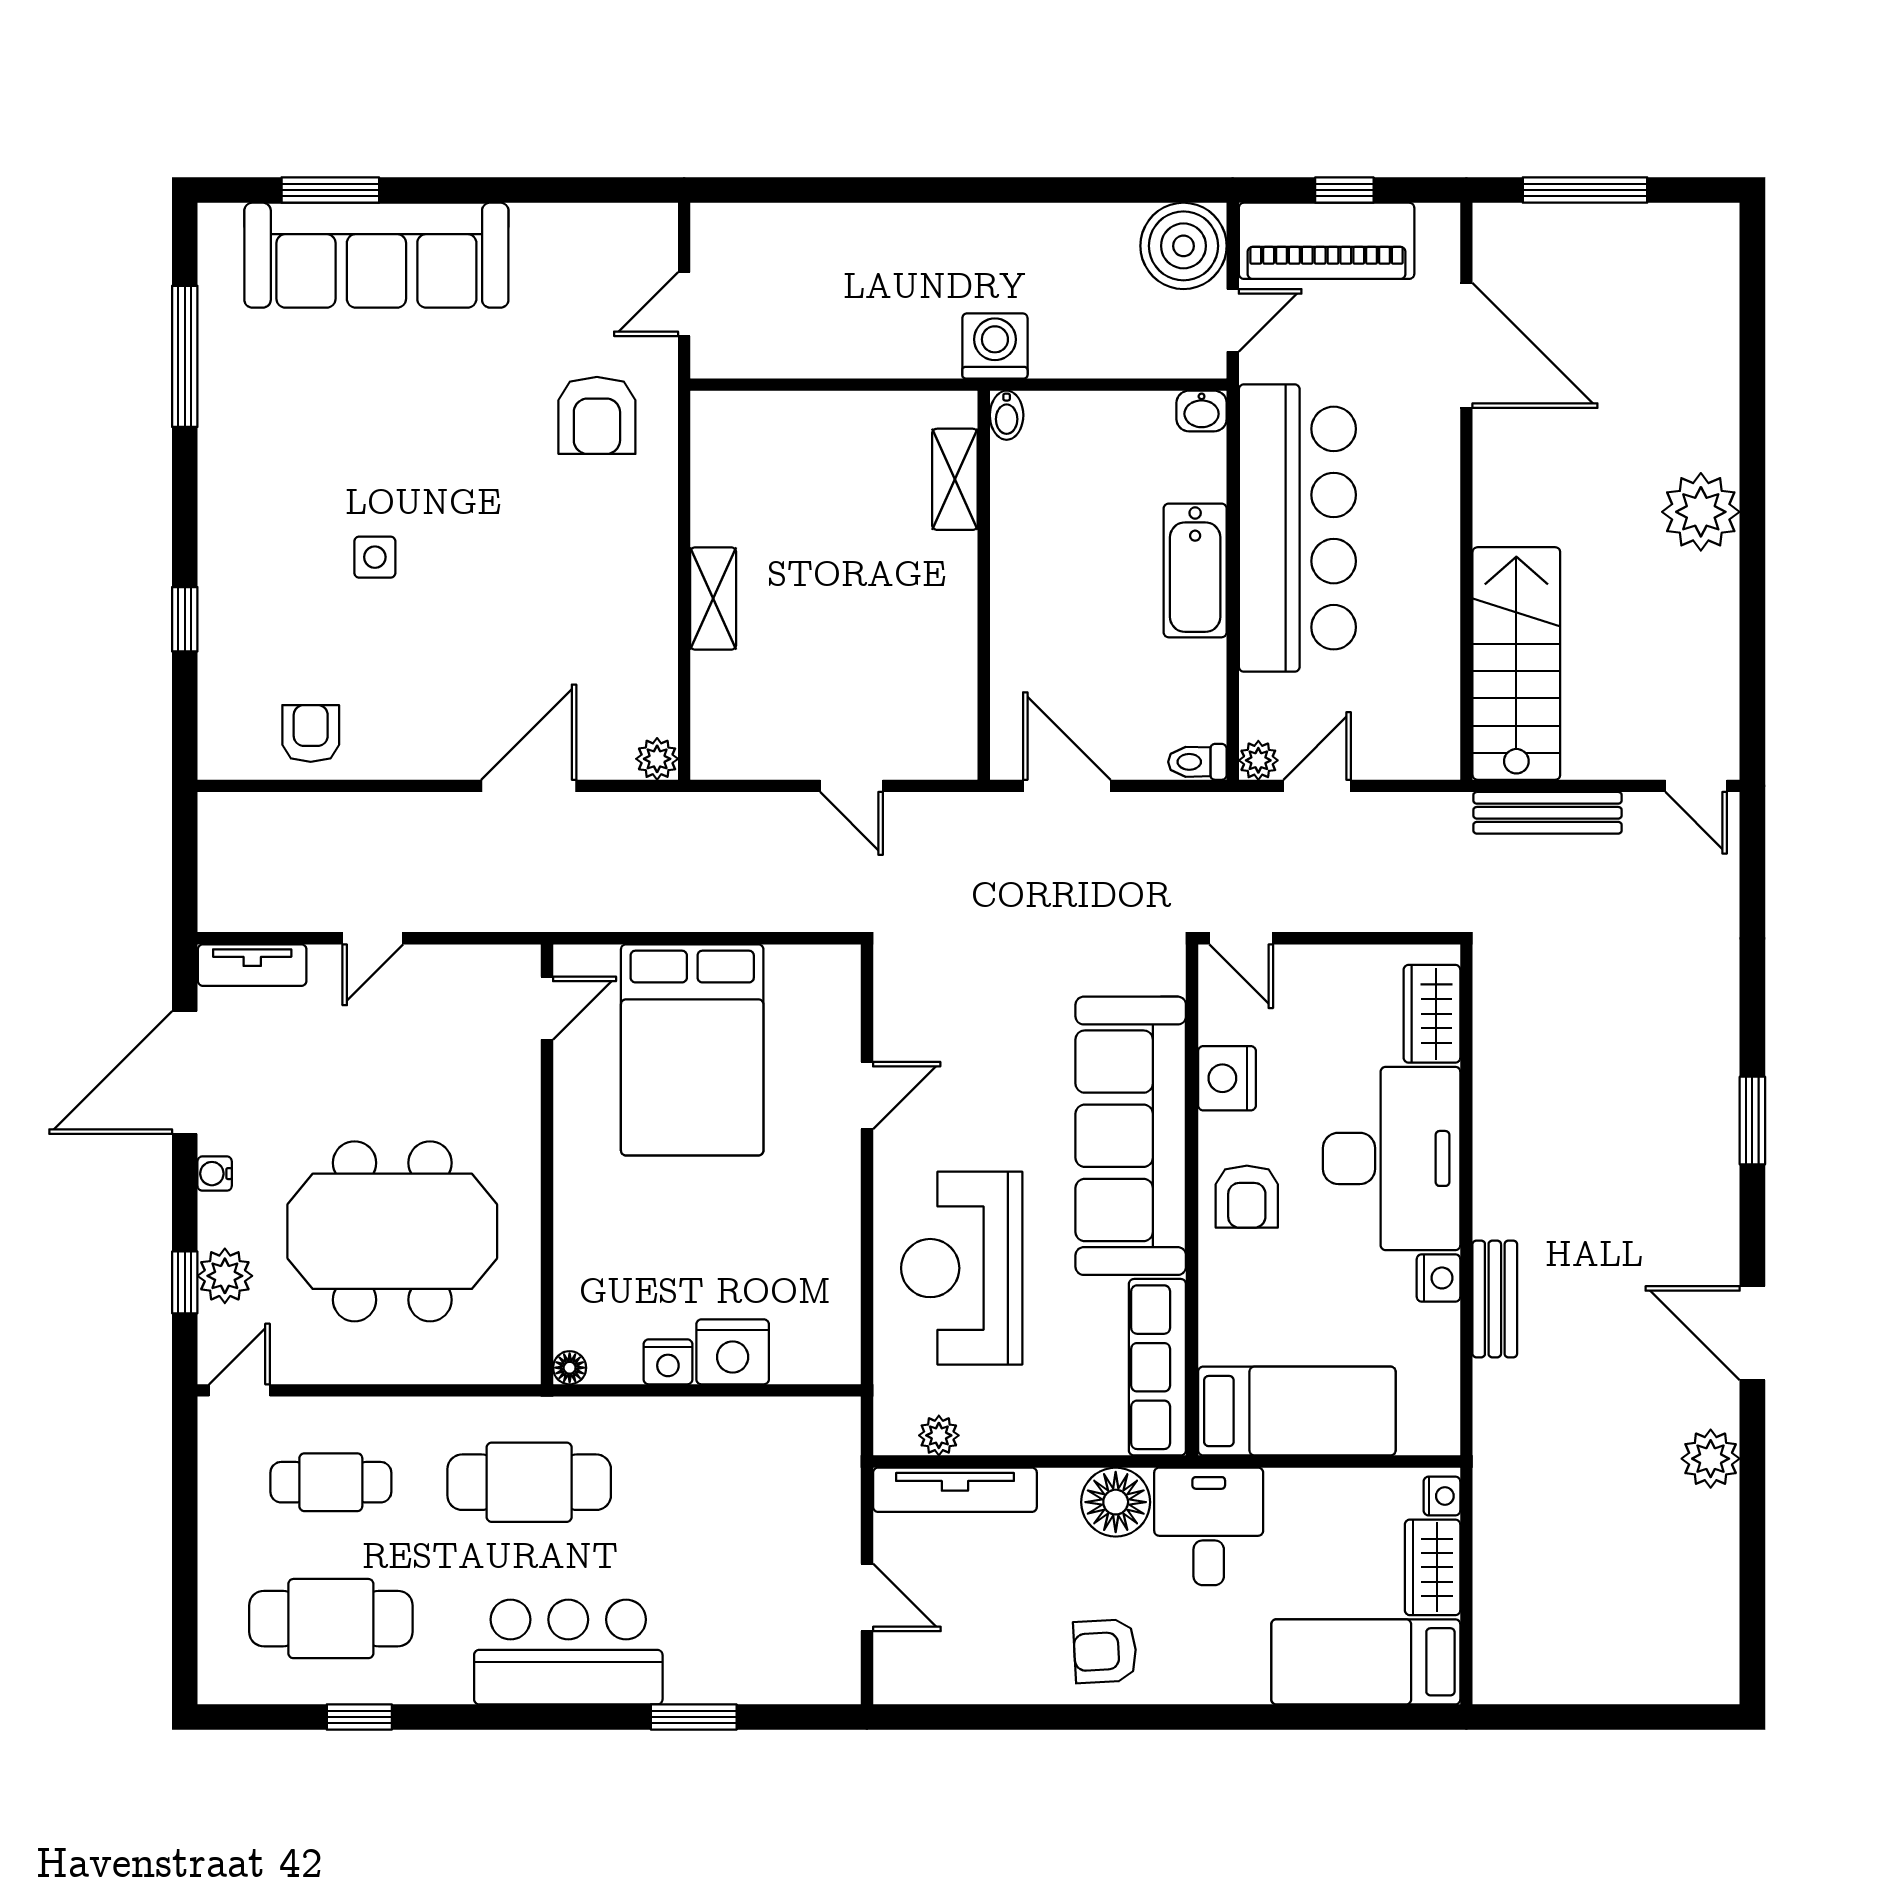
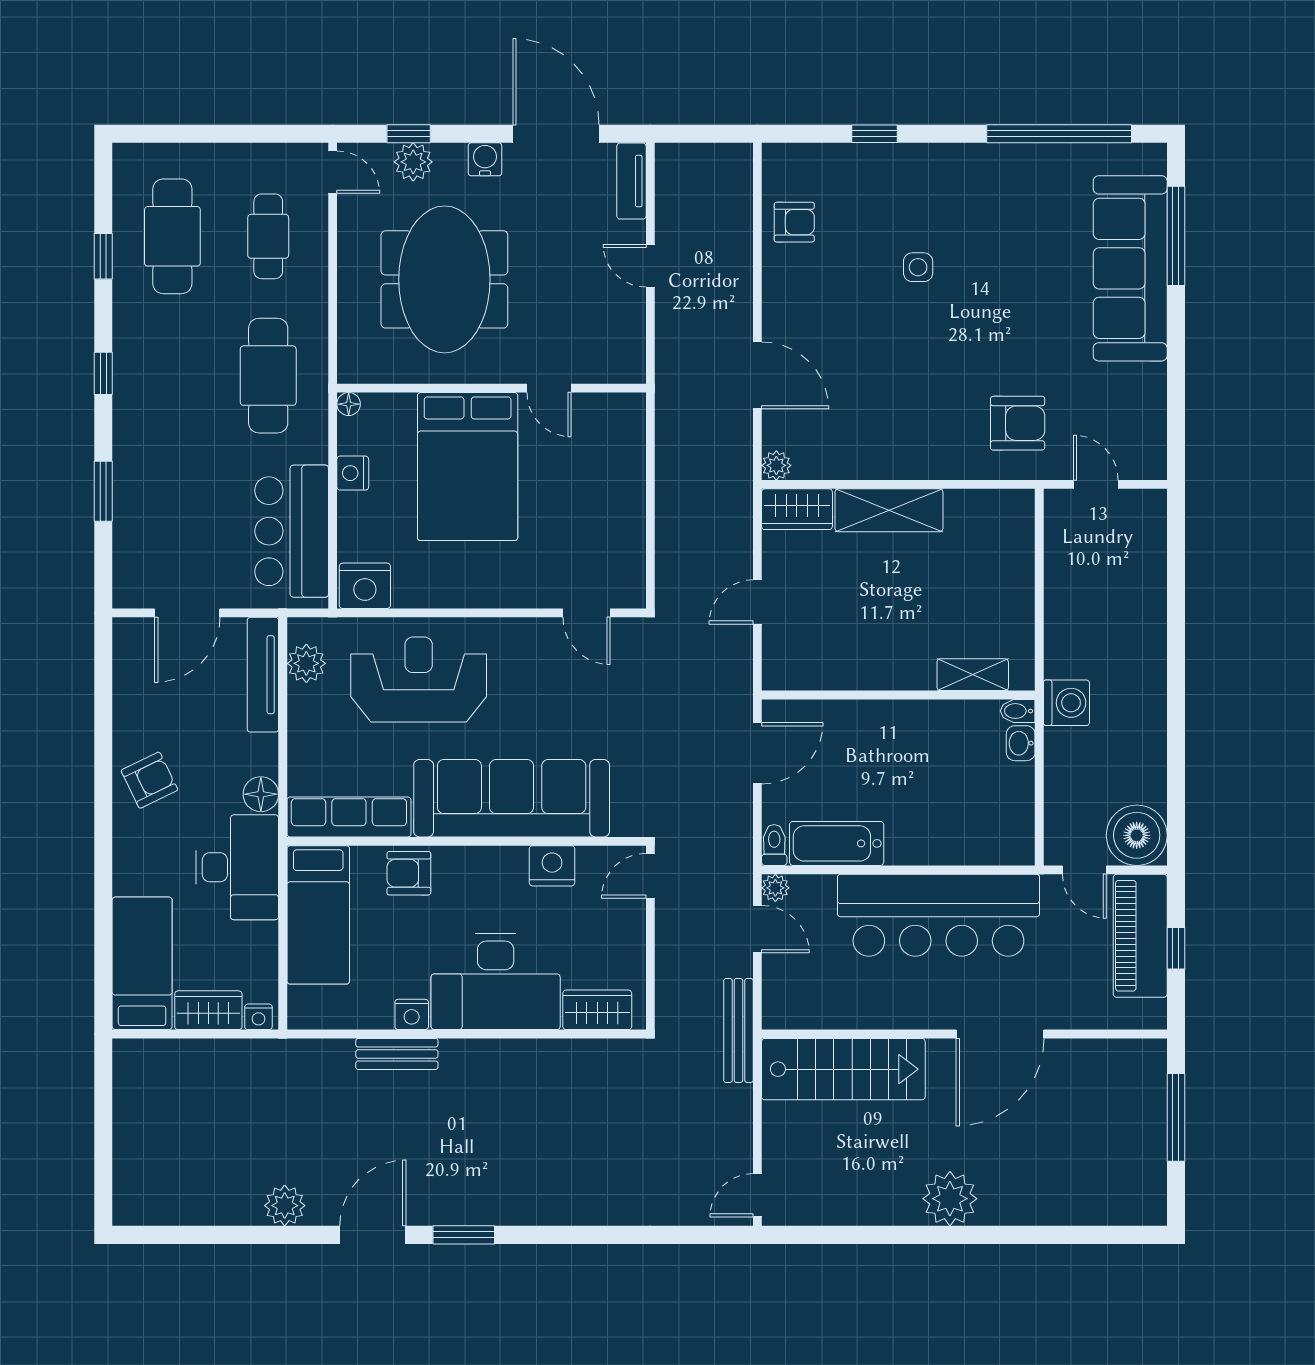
window: (330, 190) -> (1176, 236), width x1.44
door: (1466, 345) -> (1000, 1034), moved
window: (185, 356) -> (1059, 134), width x1.46
washbasin: (1202, 411) -> (1021, 743), moved
armchair: (597, 415) -> (1018, 423), turned 180
bathtub: (1195, 570) -> (837, 843), moved
shelving: (713, 599) -> (889, 510), width x1.50, depth x1.33
wardrobe: (719, 730) -> (797, 509), added
bench: (1548, 813) -> (738, 1030), moved
door: (547, 1008) -> (549, 388), moved
bed: (692, 1050) -> (468, 467), moved, turned -90
door: (867, 1095) -> (586, 613), moved
window: (1752, 1121) -> (464, 1235), moved
water cooler: (215, 1174) -> (485, 159), width x1.38, depth x1.38
armchair: (1247, 1197) -> (409, 873), moved
nightstand: (733, 1352) -> (365, 586), moved, turned -90
plant: (939, 1435) -> (306, 663), width x1.38, depth x1.38
floor lamp: (1116, 1502) -> (261, 794), width x0.73, depth x0.73
desk: (1209, 1526) -> (237, 867), width x1.37
door: (867, 1597) -> (187, 613), width x1.38
armchair: (1105, 1651) -> (149, 780), turned 67
bar counter: (568, 1652) -> (292, 531), moved, turned 180
window: (526, 1717) -> (103, 373), added

